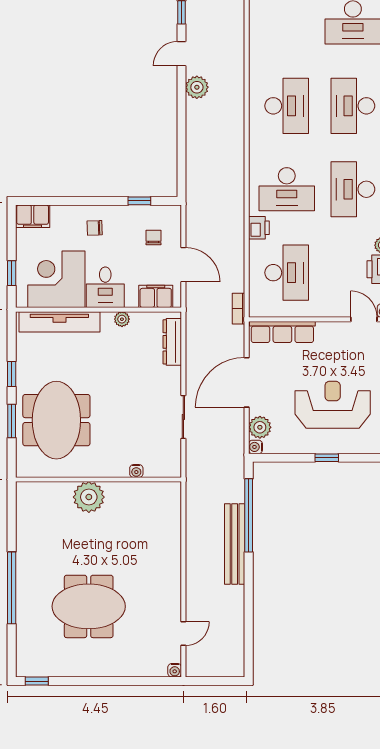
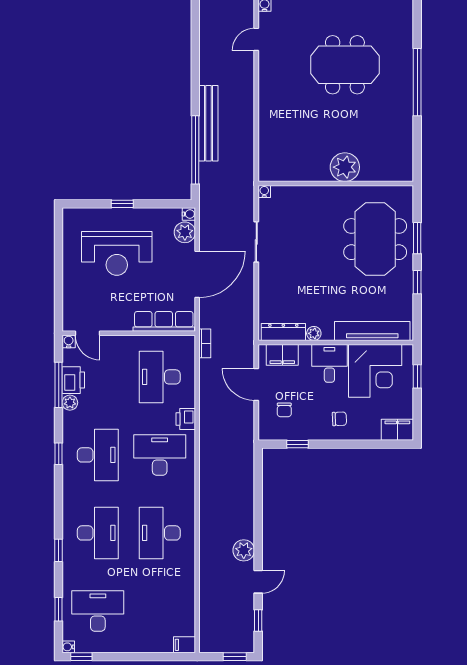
dresser: (172, 342) -> (283, 332), moved, turned -90
water cooler: (136, 471) -> (264, 191), moved

